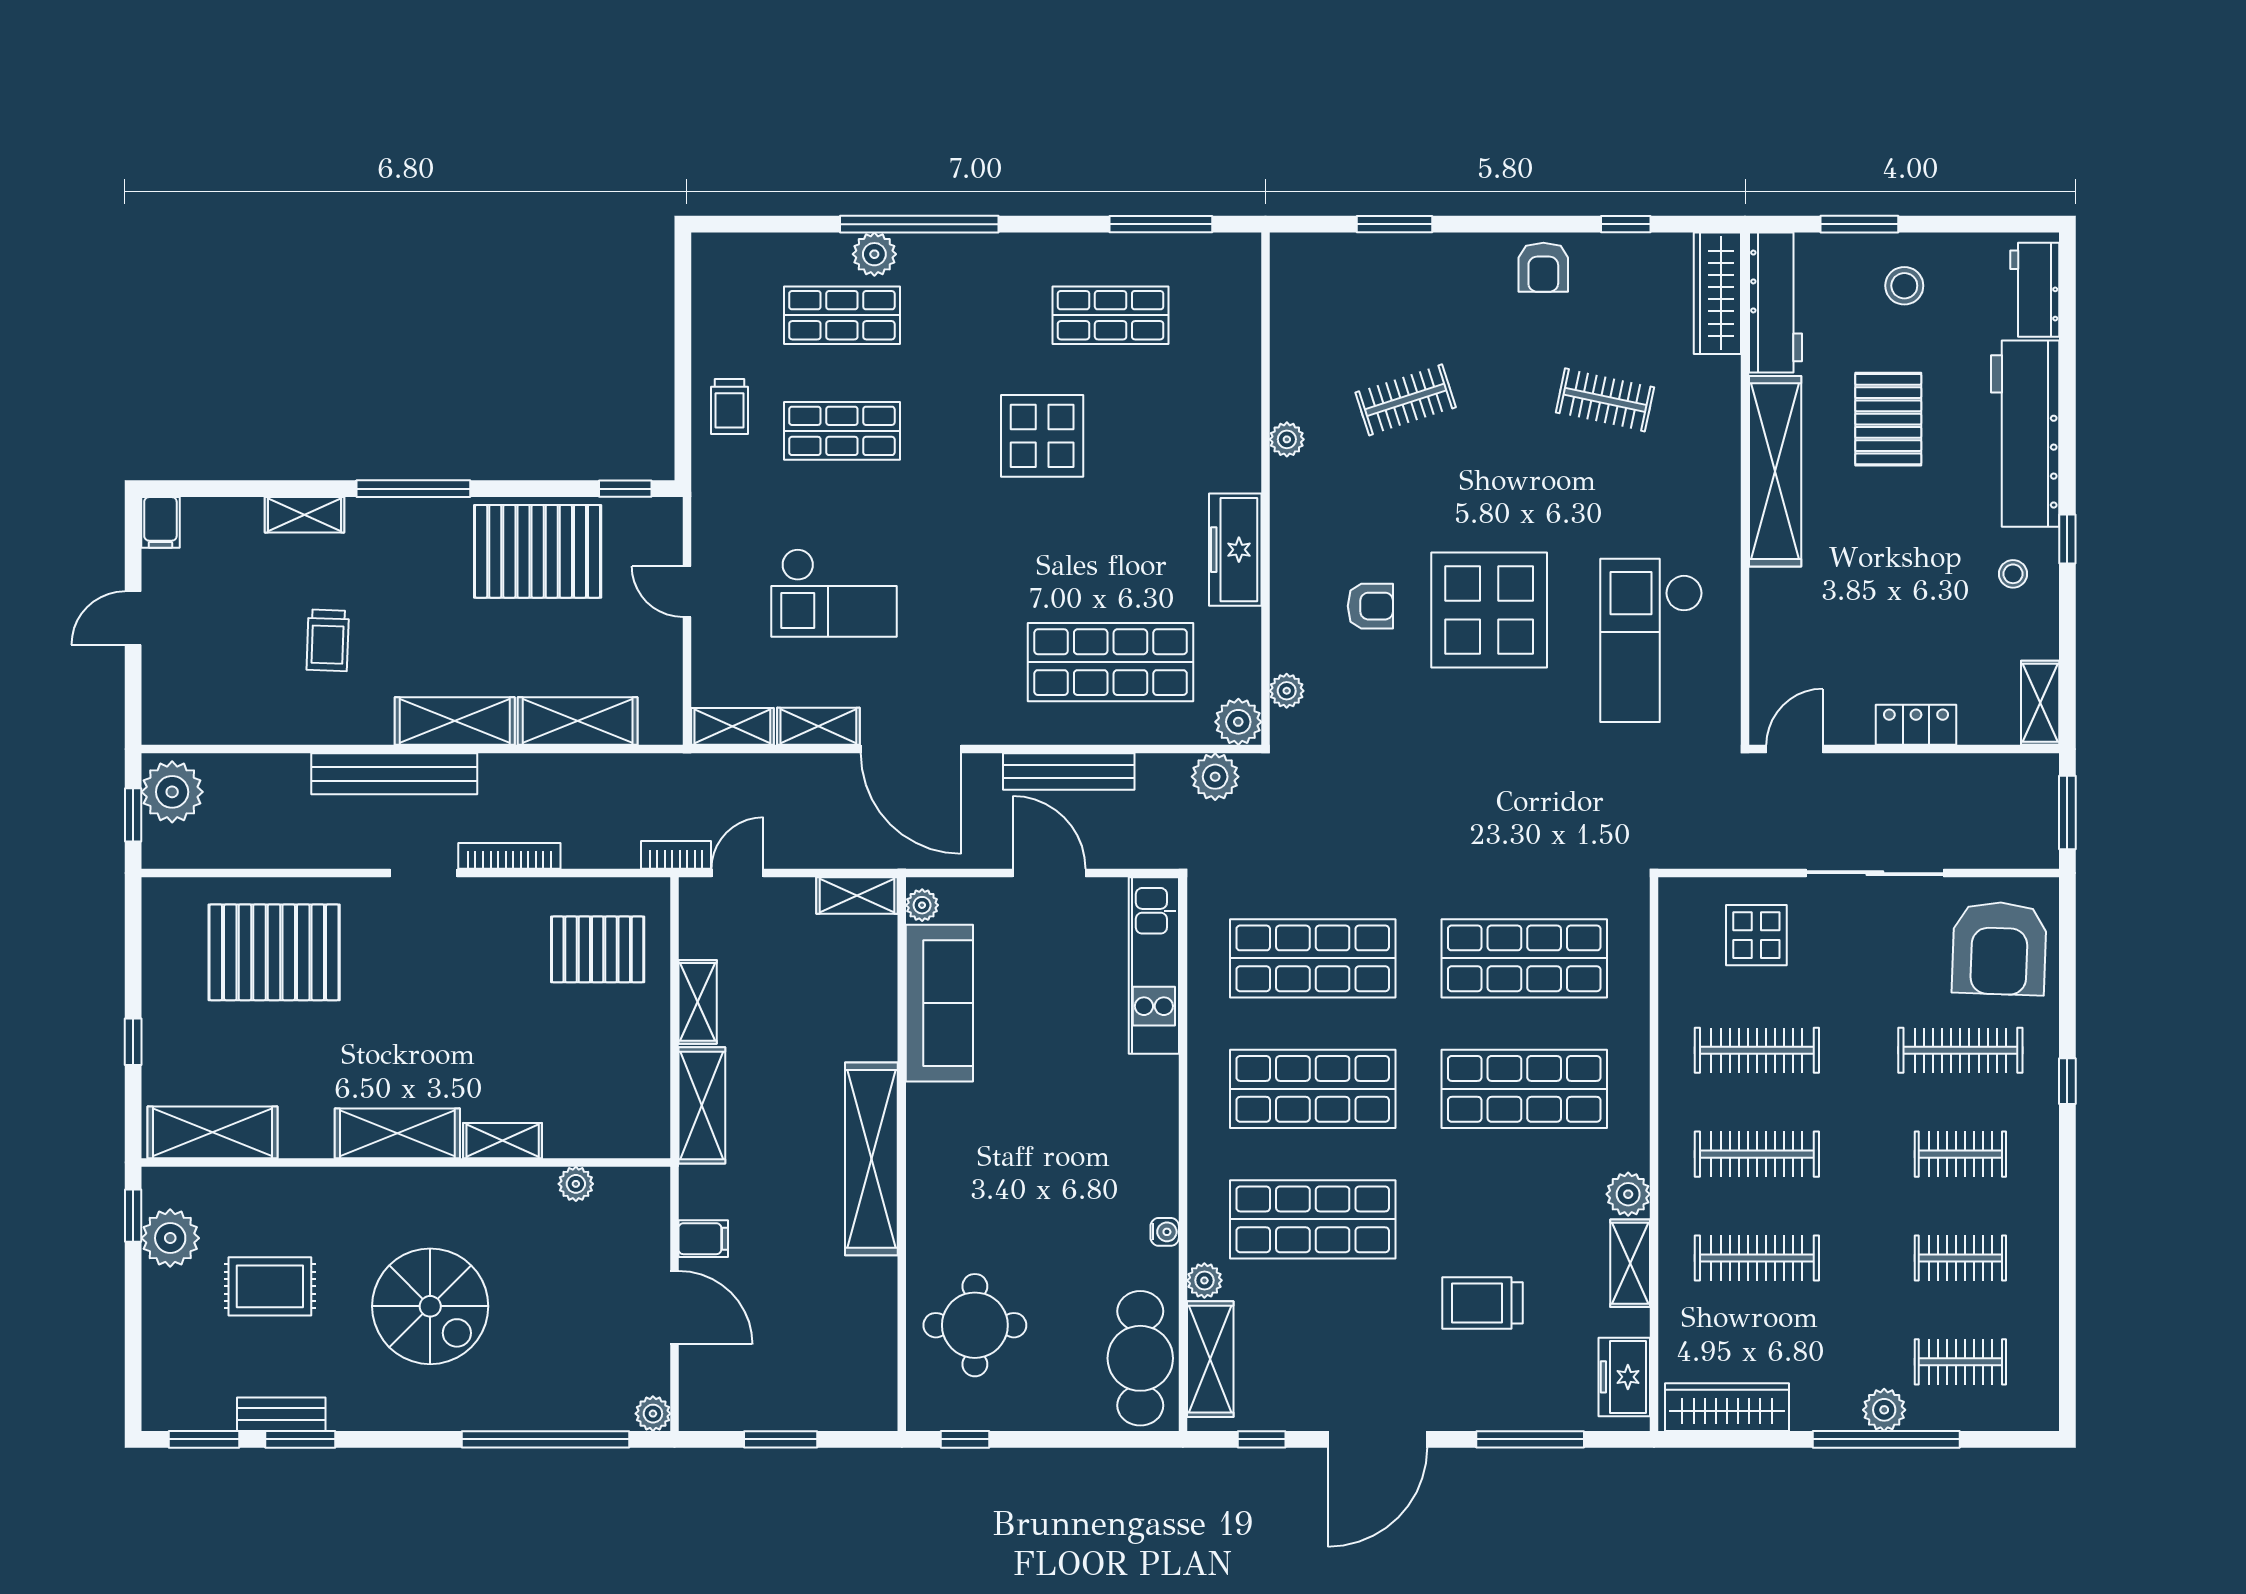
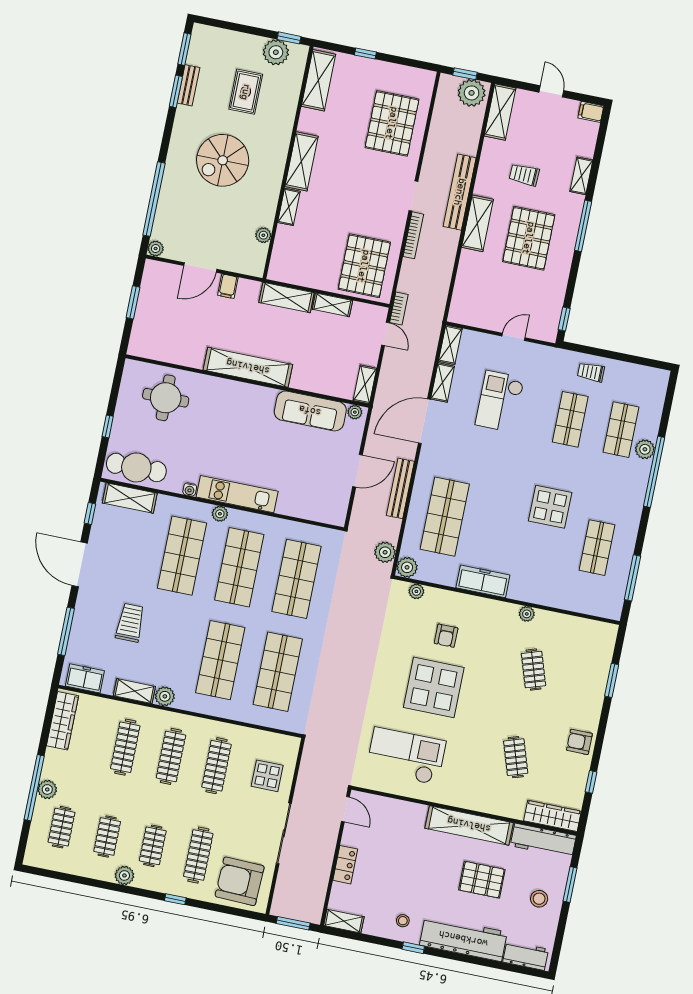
clothes rail: (1605, 400) -> (516, 757), turned -30
pallet: (538, 551) -> (529, 238), moved
shelving: (578, 721) -> (500, 112), moved
pallet: (598, 949) -> (364, 266), width x1.37, depth x1.41
kitchen unit: (1154, 966) -> (237, 494), moved
plant: (2038, 1203) -> (124, 875), added
plant: (1204, 1280) -> (220, 514), moved
window: (965, 1439) -> (108, 426), moved

